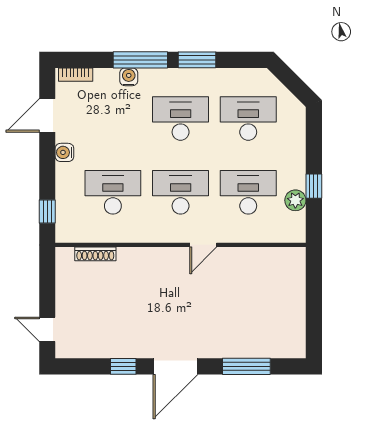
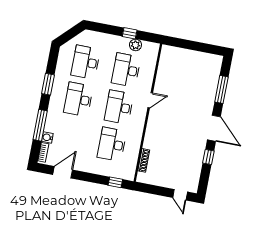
window: (140, 60) -> (40, 125), moved
water cooler: (129, 77) -> (47, 137), moved
door: (47, 115) -> (63, 172), swing flipped
water cooler: (64, 152) -> (85, 167), removed
door: (203, 245) -> (150, 100), hinge flipped
door: (47, 329) -> (180, 195), hinge flipped

